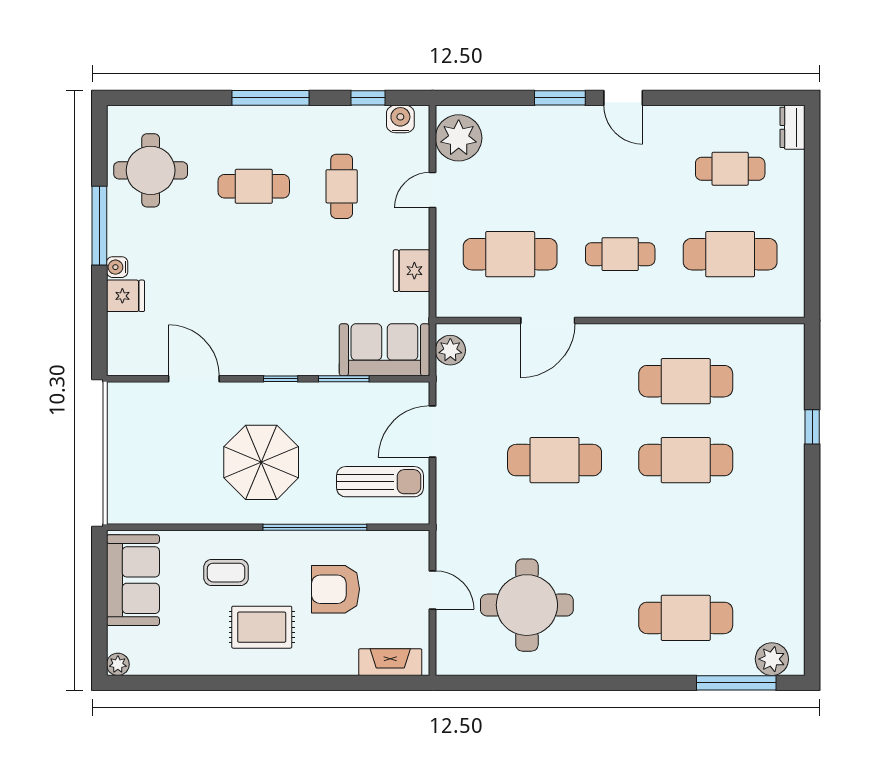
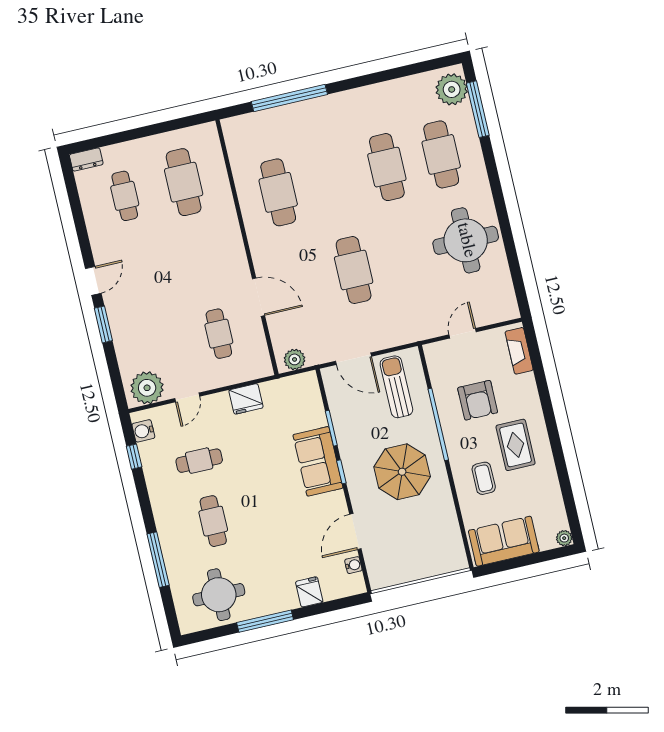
window: (271, 98) -> (158, 560), moved
door: (432, 190) -> (187, 397), hinge flipped
cafe table: (510, 254) -> (219, 334), width x0.73, depth x0.74
cafe table: (620, 254) -> (201, 258), removed
water cooler: (117, 267) -> (353, 565), moved, turned -90
sofa: (384, 350) -> (318, 461), moved
window: (812, 427) -> (289, 98), width x3.17
cafe table: (686, 460) -> (387, 167), moved
round table: (527, 605) -> (466, 240), moved
plant: (772, 659) -> (452, 89), width x1.36, depth x1.36

